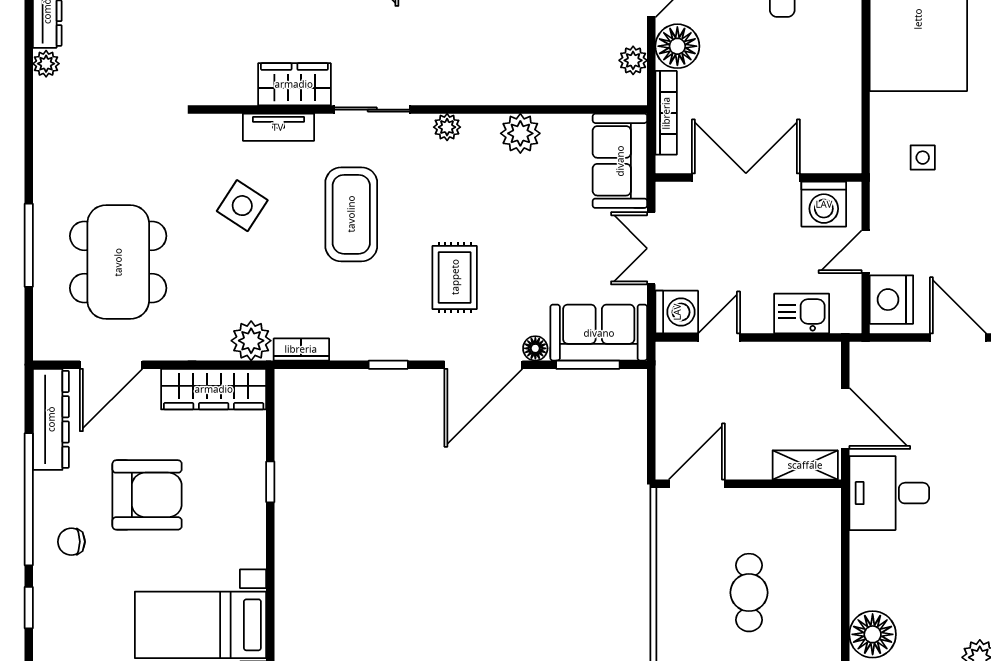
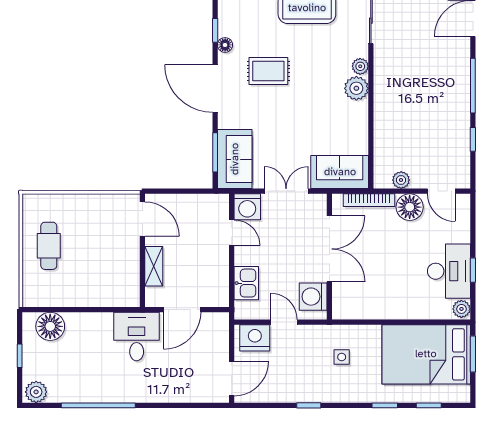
plant: (520, 133) -> (356, 88), moved
floor lamp: (535, 348) -> (225, 45), moved
shelving: (805, 465) -> (154, 266), moved
cafe table: (749, 593) -> (49, 246), moved, turned 90

